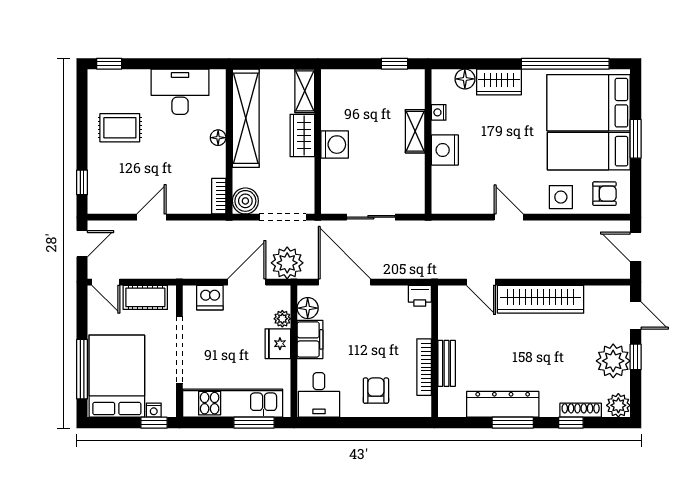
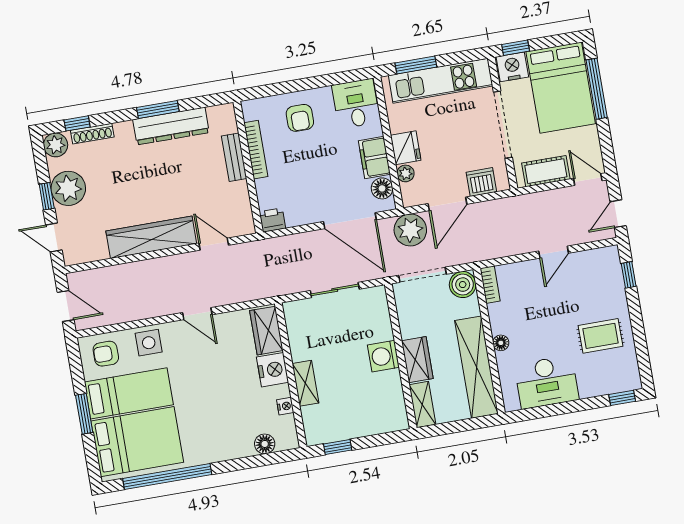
wardrobe: (499, 82) -> (266, 331), moved, turned -90
nightstand: (154, 410) -> (512, 67), width x1.89, depth x1.79
window: (571, 423) -> (77, 123), moved

